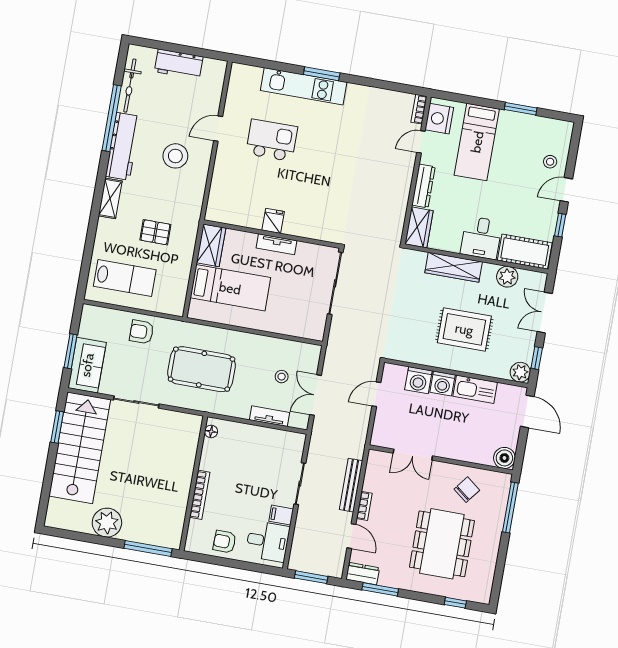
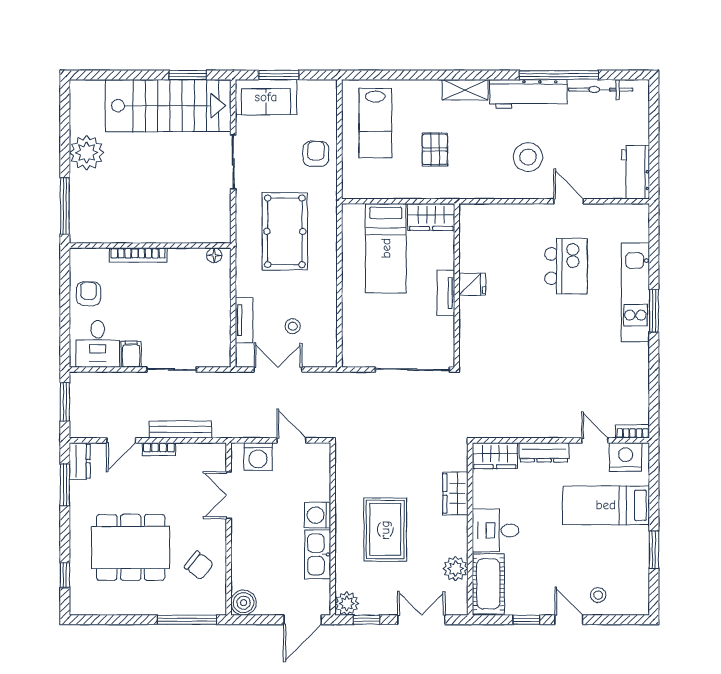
workbench: (179, 64) -> (636, 172), moved
wardrobe: (454, 267) -> (455, 493), width x0.67
washing machine: (418, 380) -> (258, 457), moved, turned -90

